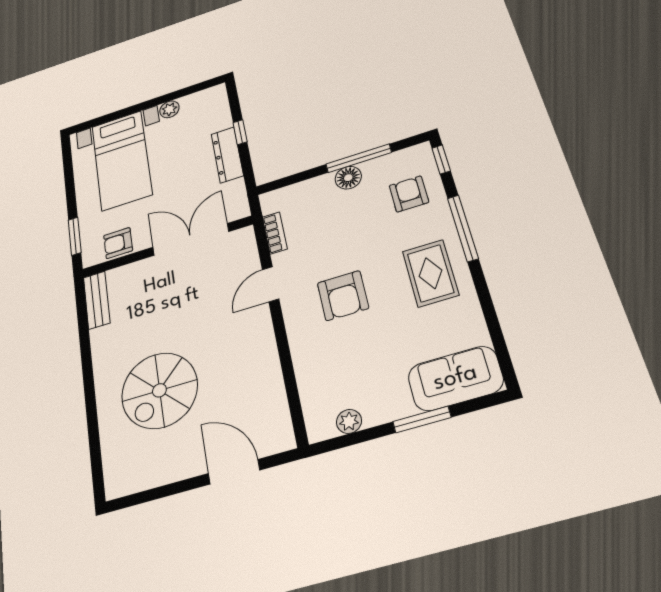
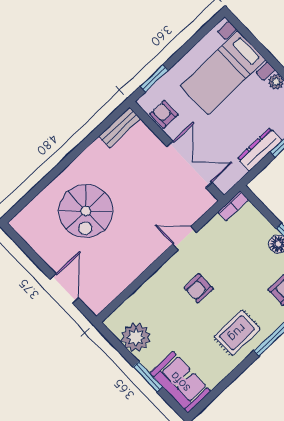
bookcase: (275, 233) -> (233, 206), moved
armchair: (343, 296) -> (199, 288), width x0.72, depth x0.72
spiral stairs: (159, 390) -> (86, 211), turned -90
plant: (349, 421) -> (136, 337), width x1.87, depth x1.87

